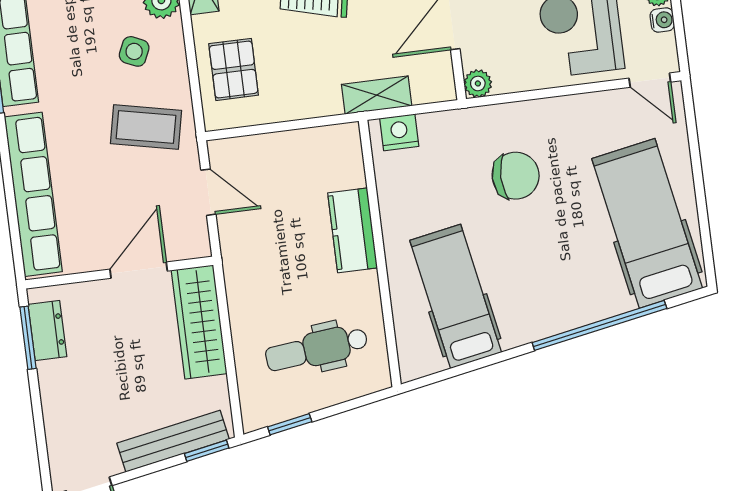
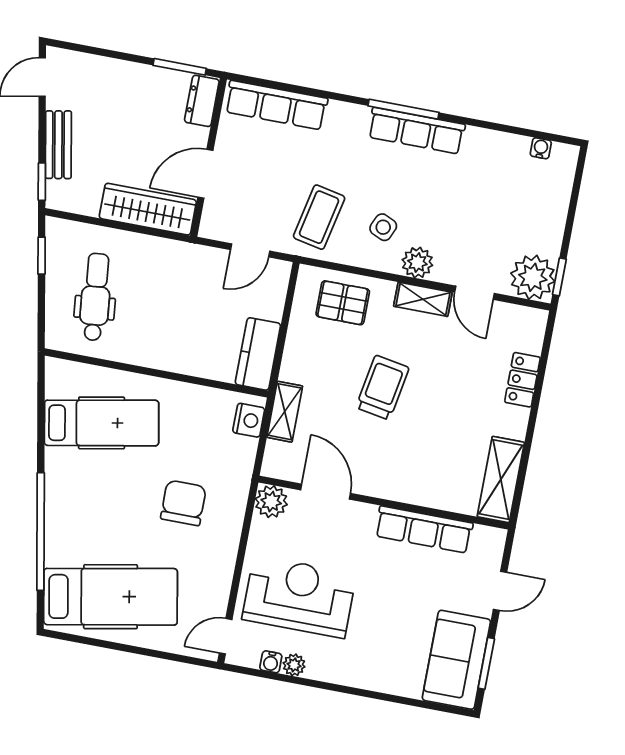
plant: (478, 83) -> (271, 502), width x1.38, depth x1.38
chair: (516, 176) -> (183, 503), turned 180
row of seats: (33, 194) -> (276, 105), width x0.73
kitchen counter: (353, 230) -> (258, 354), moved, turned -90
door: (139, 270) -> (205, 174), swing flipped
dresser: (47, 331) -> (202, 101), moved, turned 90
bench: (173, 441) -> (58, 145), width x0.73

